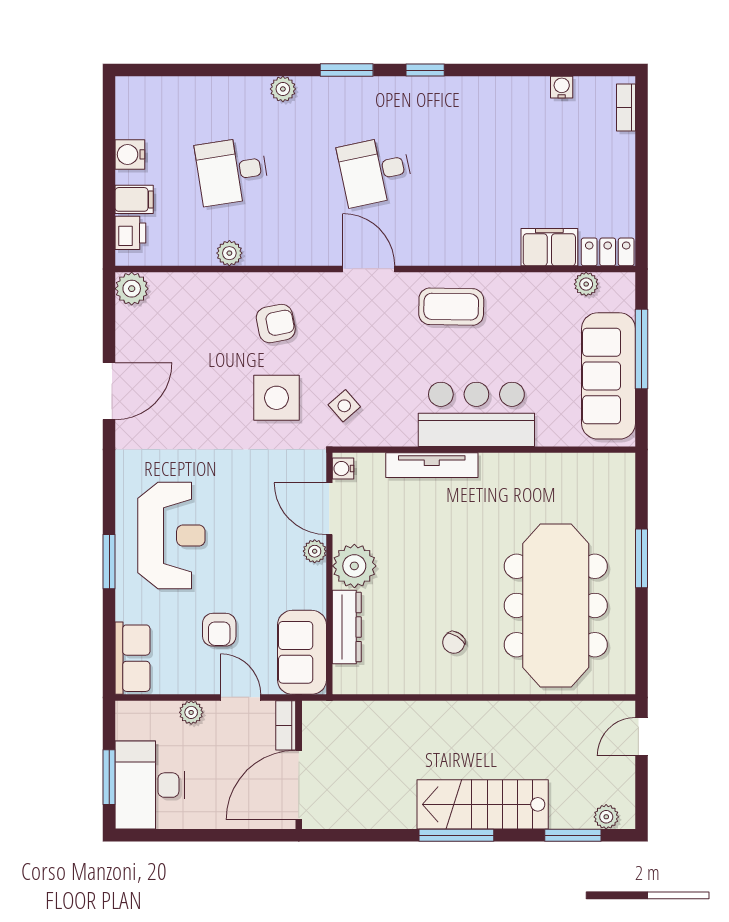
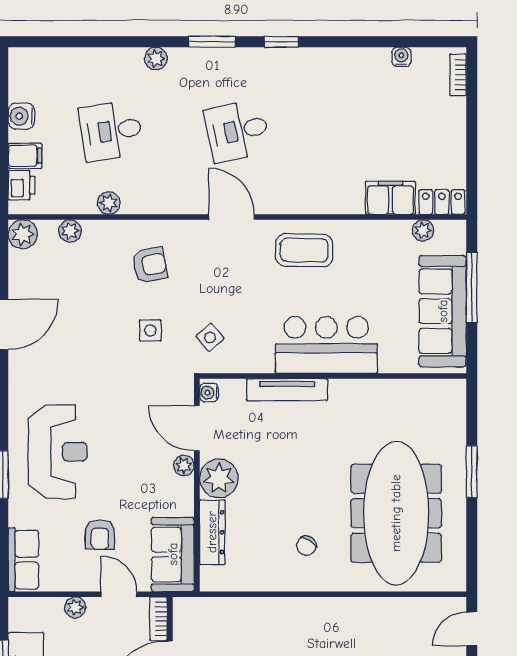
plant: (185, 285) -> (70, 231), added
side table: (277, 398) -> (150, 330), width x0.54, depth x0.54

